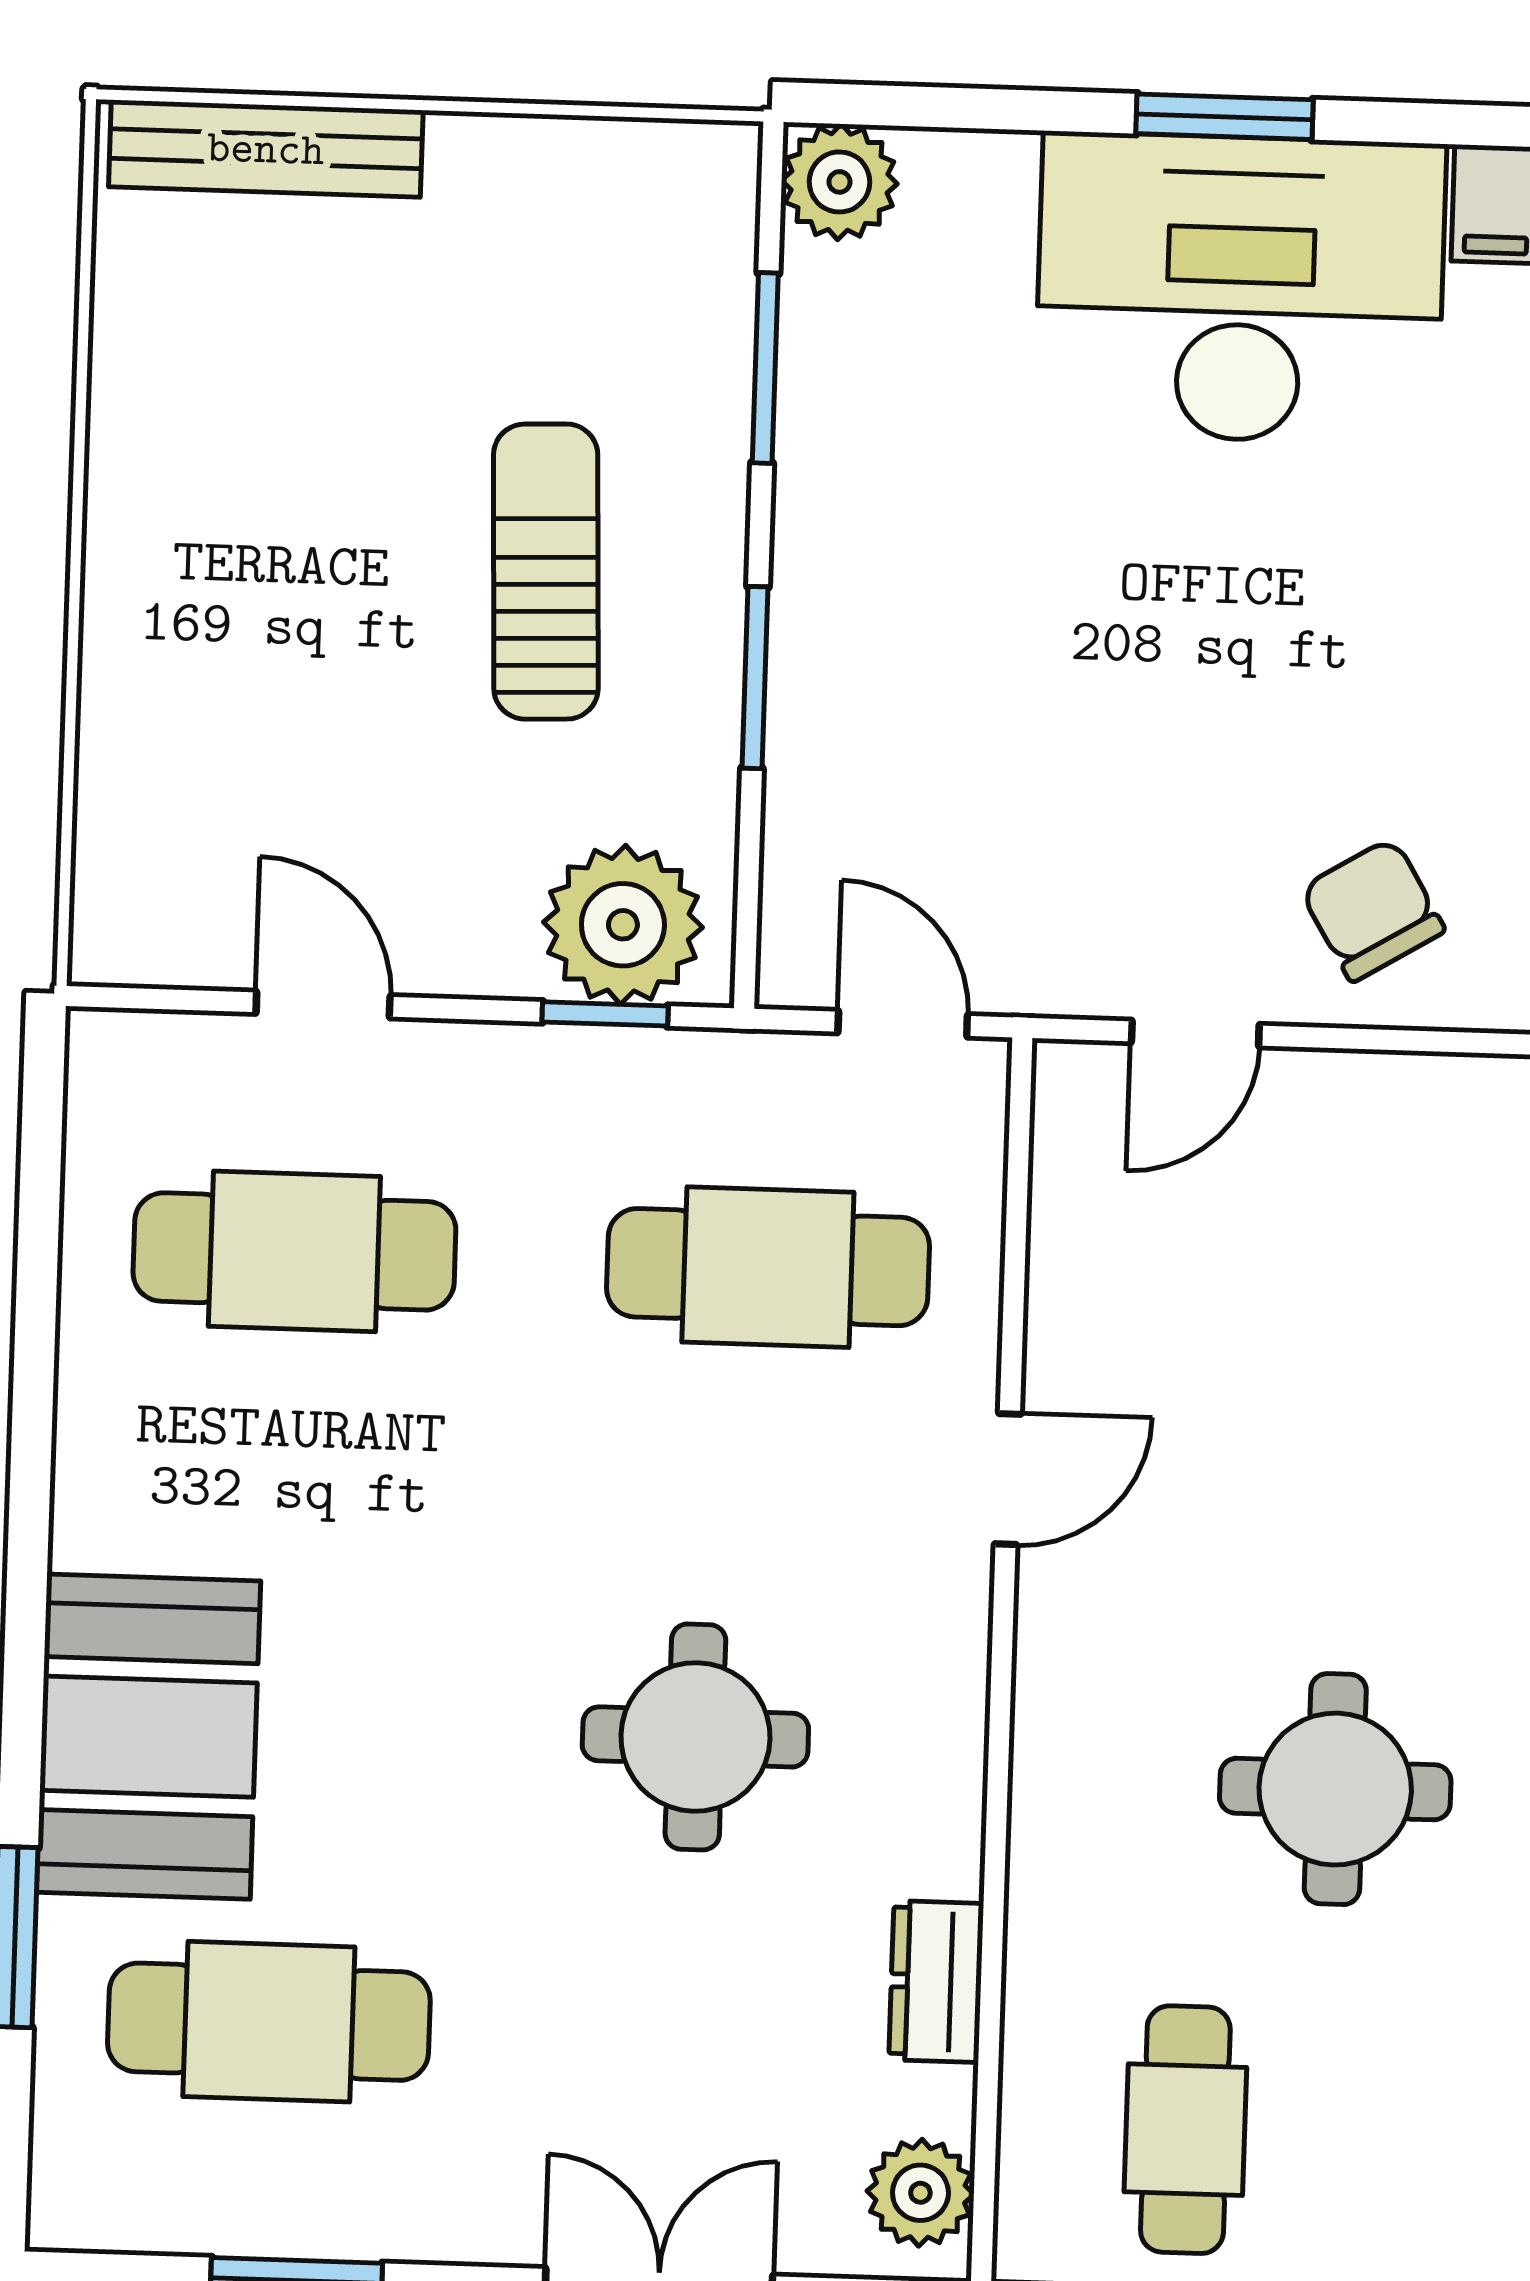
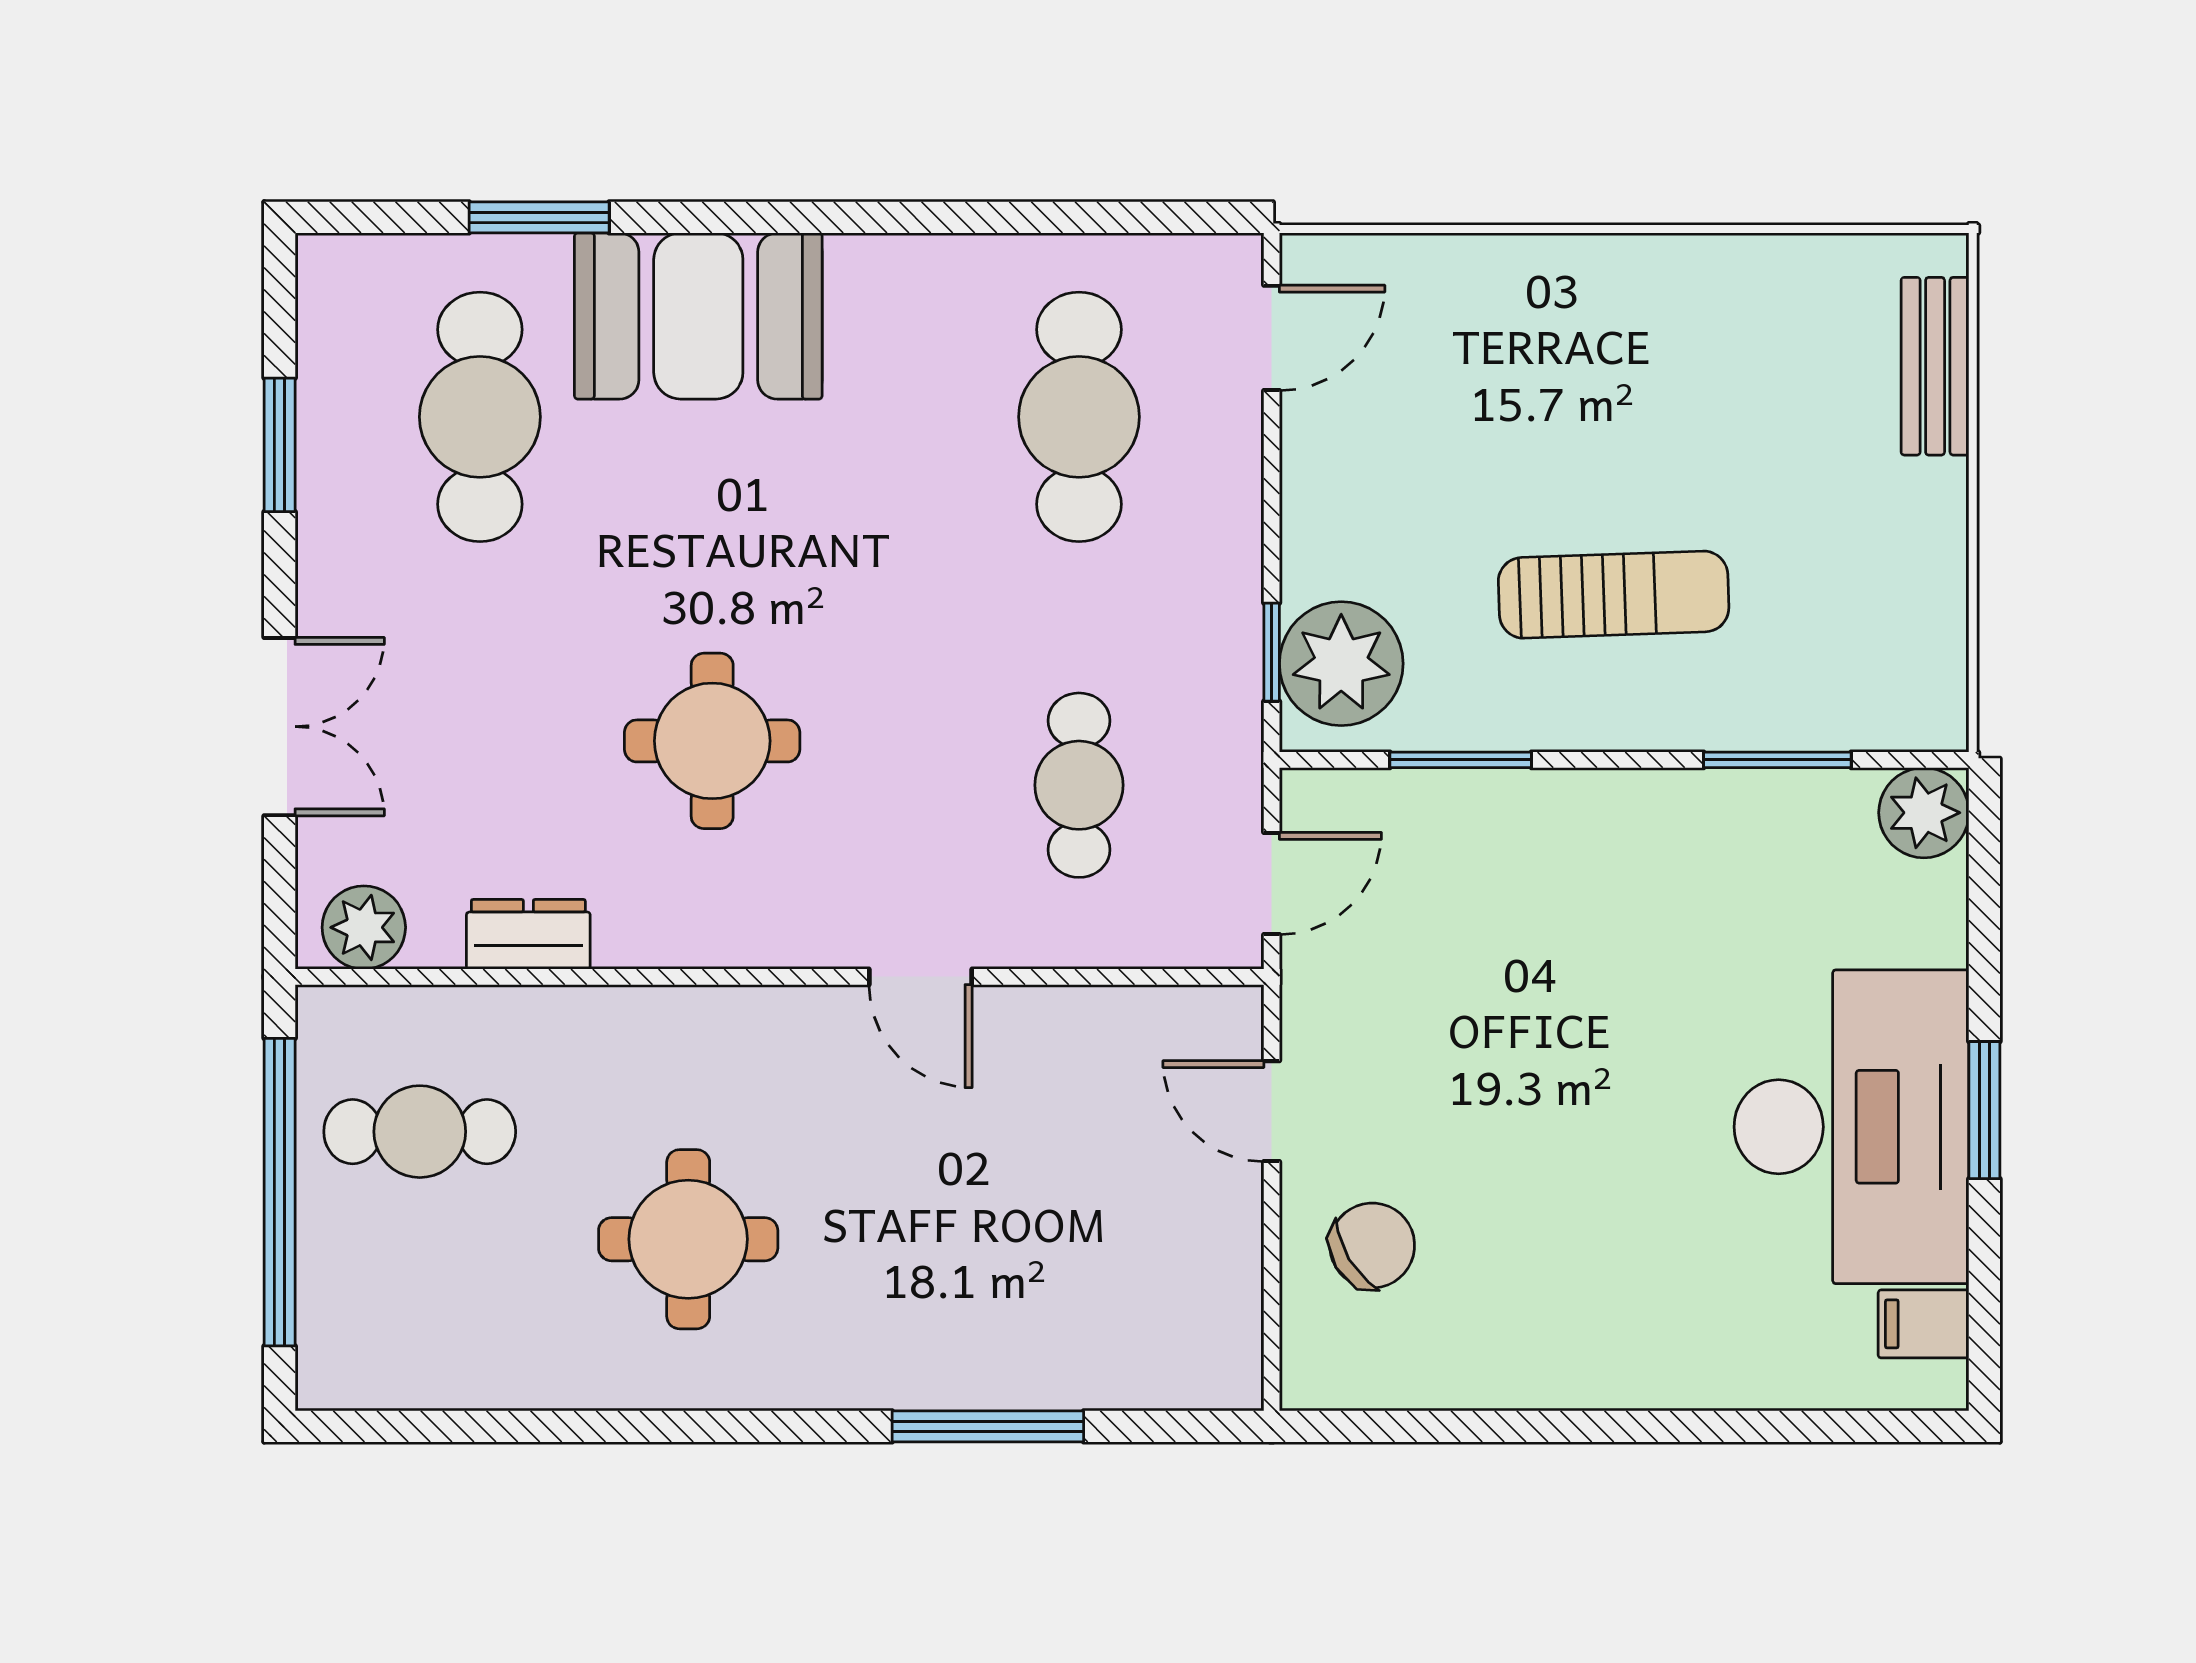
bench: (266, 149) -> (1935, 366), width x0.73
window: (755, 678) -> (1461, 760), moved
door: (323, 1005) -> (1272, 338), moved
cafe table: (768, 1267) -> (1079, 785), width x0.73, depth x0.74

